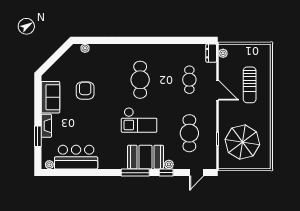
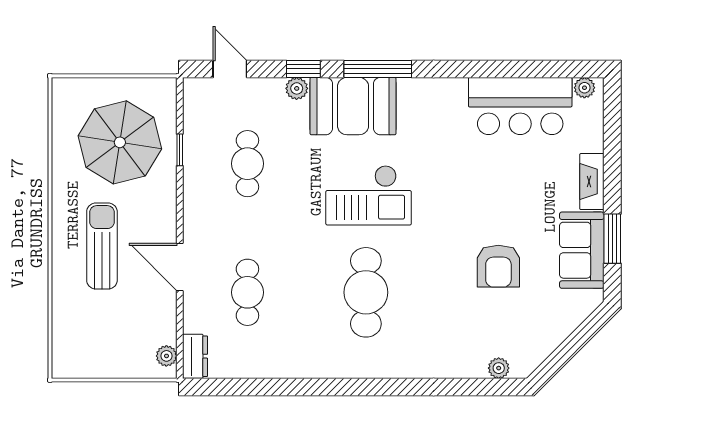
sun lounger: (250, 85) -> (102, 246), moved
checkout: (139, 120) -> (369, 195), turned 180
cafe table: (189, 133) -> (247, 164), width x0.73, depth x0.74
window: (38, 136) -> (612, 239), moved
door: (197, 173) -> (230, 69), hinge flipped

